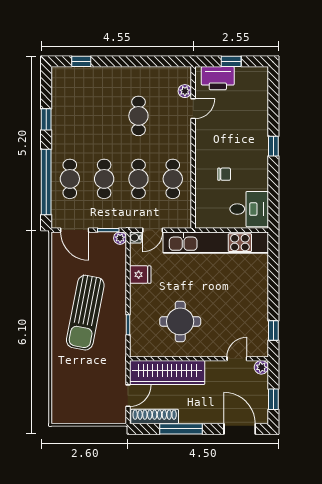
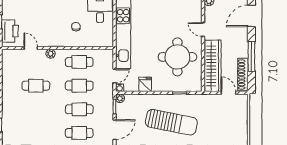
plant: (185, 91) -> (51, 54), moved
door: (153, 230) -> (114, 76), hinge flipped
round table: (180, 321) -> (177, 57), width x1.36, depth x1.36
door: (237, 359) -> (203, 30), moved

